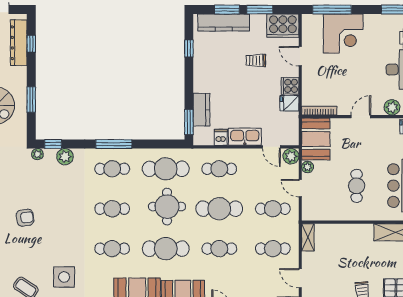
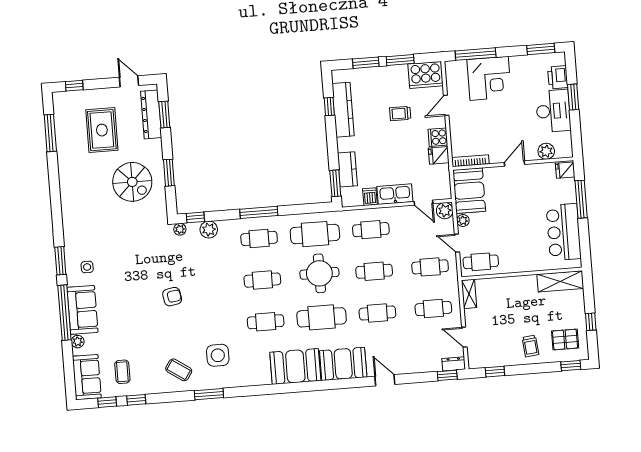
kitchen counter: (224, 22) -> (343, 110), moved, turned -90
window: (31, 44) -> (164, 114), width x1.50
door: (300, 56) -> (446, 105), hinge flipped
cafe table: (357, 186) -> (481, 262), moved, turned 90
cafe table: (219, 209) -> (374, 271), width x0.73, depth x0.74

